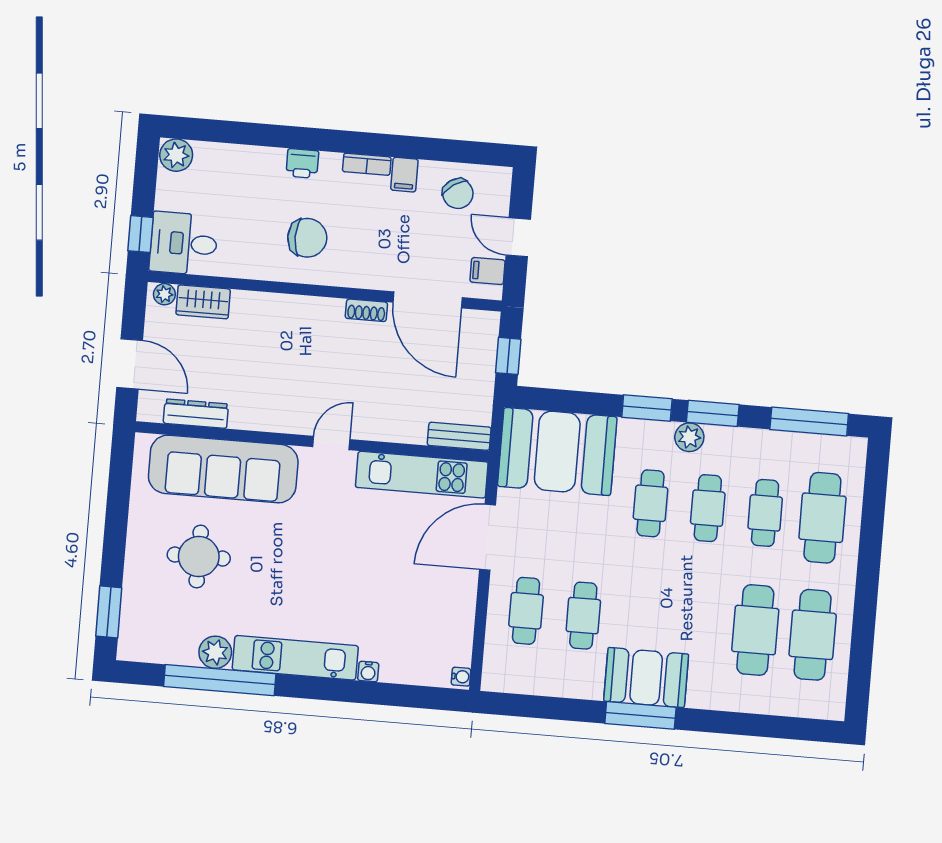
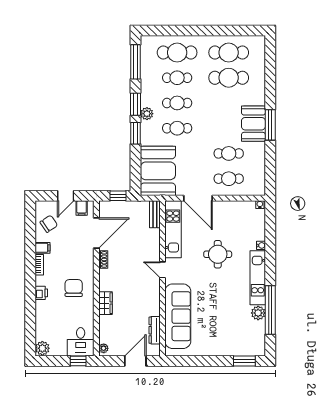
wardrobe: (203, 302) -> (105, 303), moved
round table: (199, 557) -> (218, 254), moved

